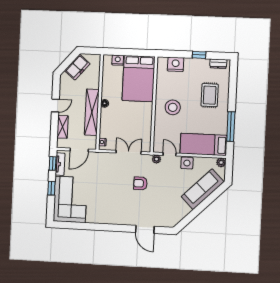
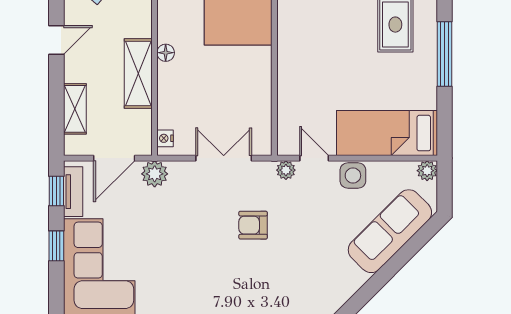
door: (55, 106) -> (56, 40), moved
stool: (173, 107) -> (316, 55), removed
shelving: (92, 112) -> (138, 74), width x0.68
window: (231, 127) -> (445, 54), moved
plant: (97, 158) -> (155, 174), added

